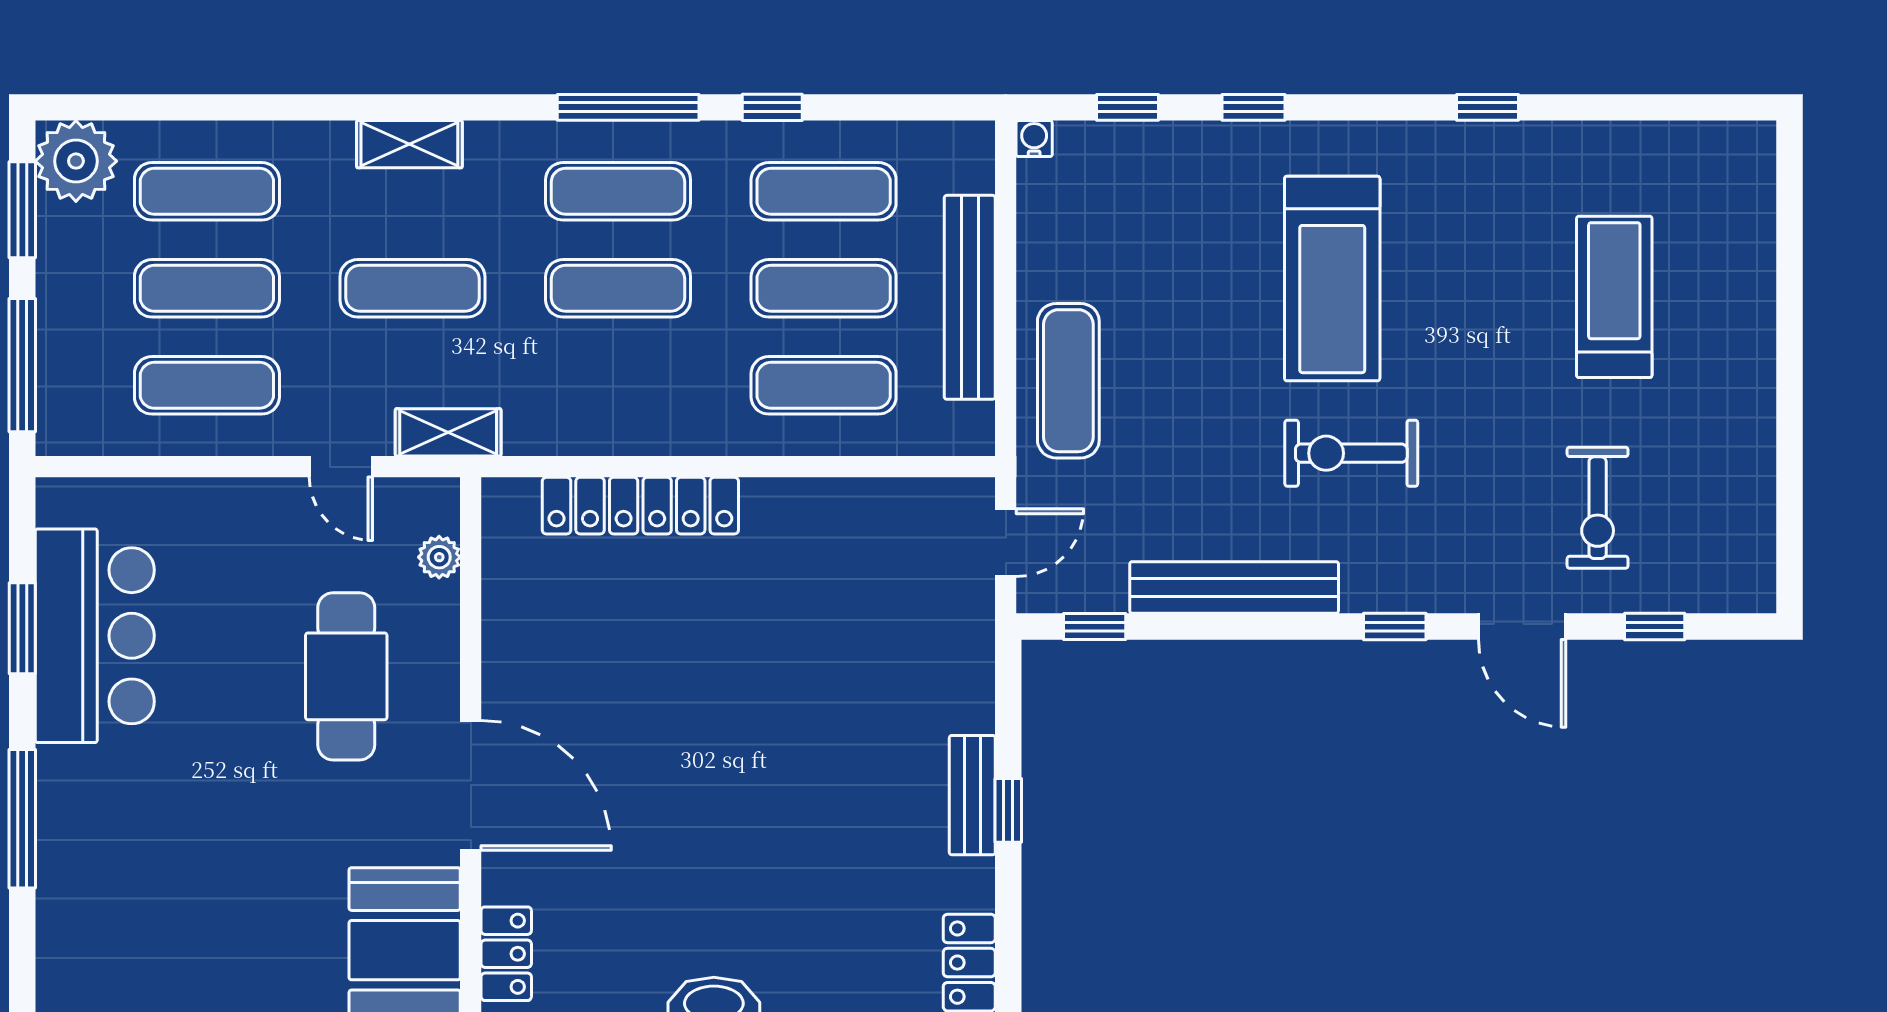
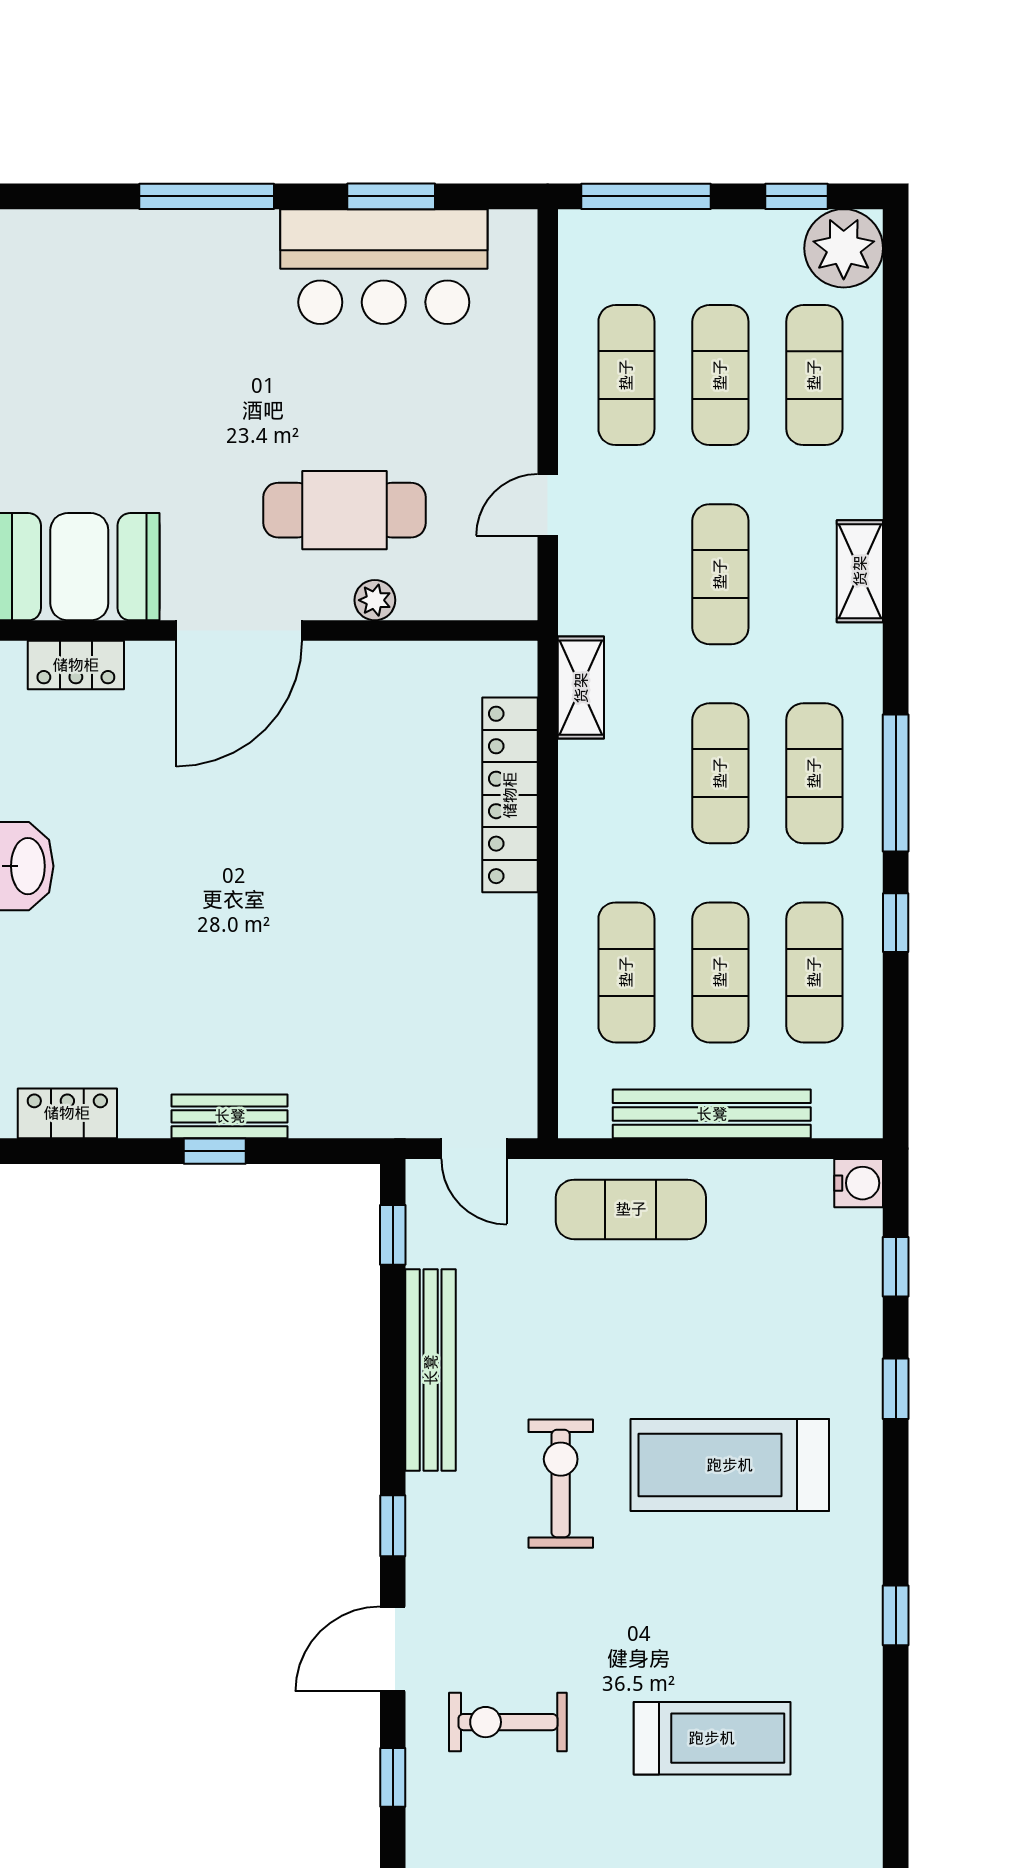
water cooler: (1034, 139) -> (859, 1183), width x1.38, depth x1.38
window: (22, 210) -> (796, 196), width x0.67
shelving: (448, 432) -> (581, 688), moved
plant: (439, 557) -> (375, 600), moved

